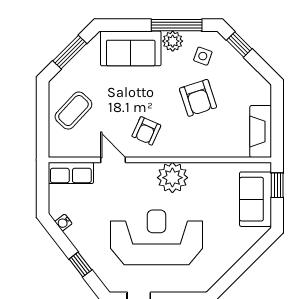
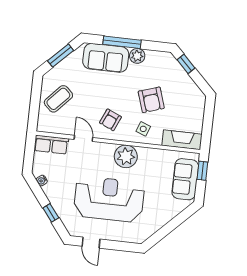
window: (177, 25) -> (122, 42), moved
side table: (203, 56) -> (143, 129), moved
fireplace: (261, 131) -> (182, 140), moved, turned 90

